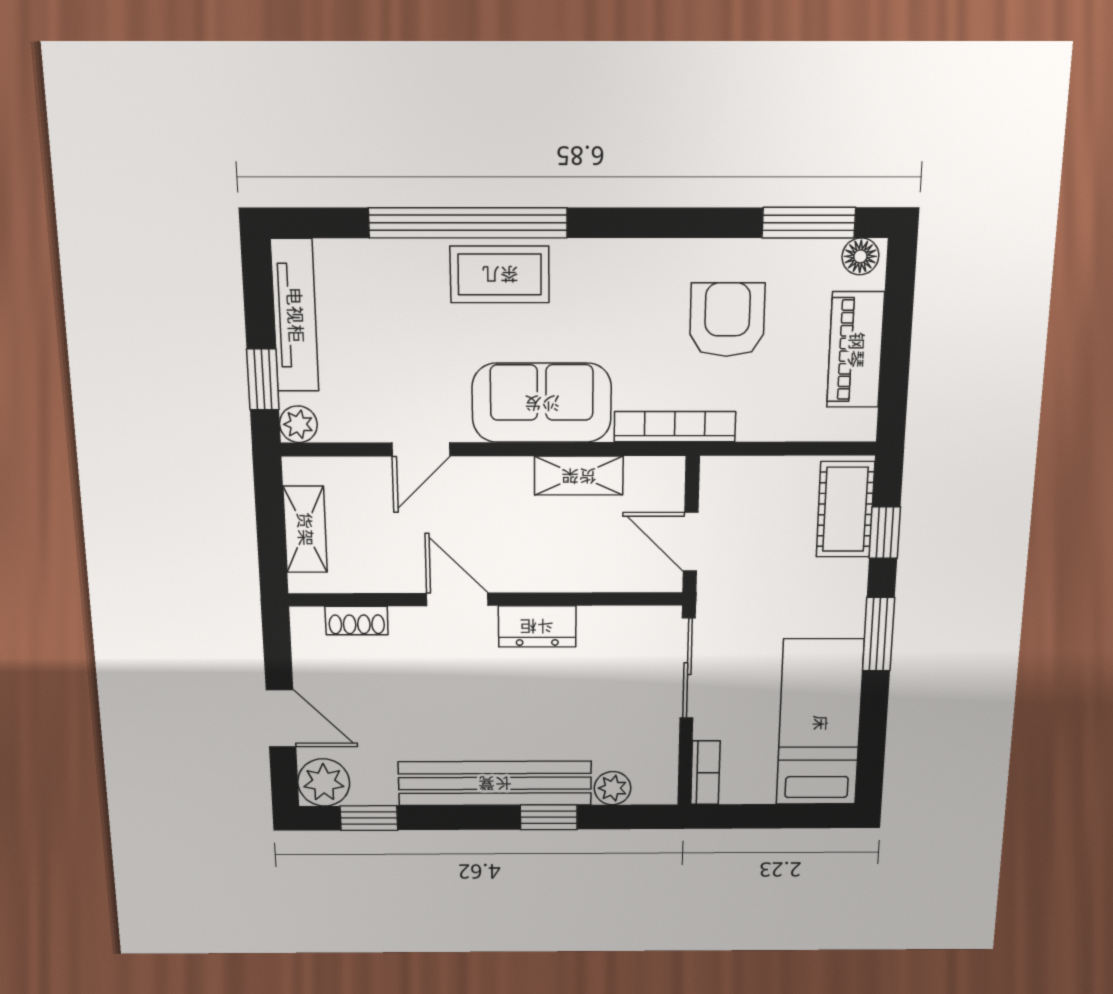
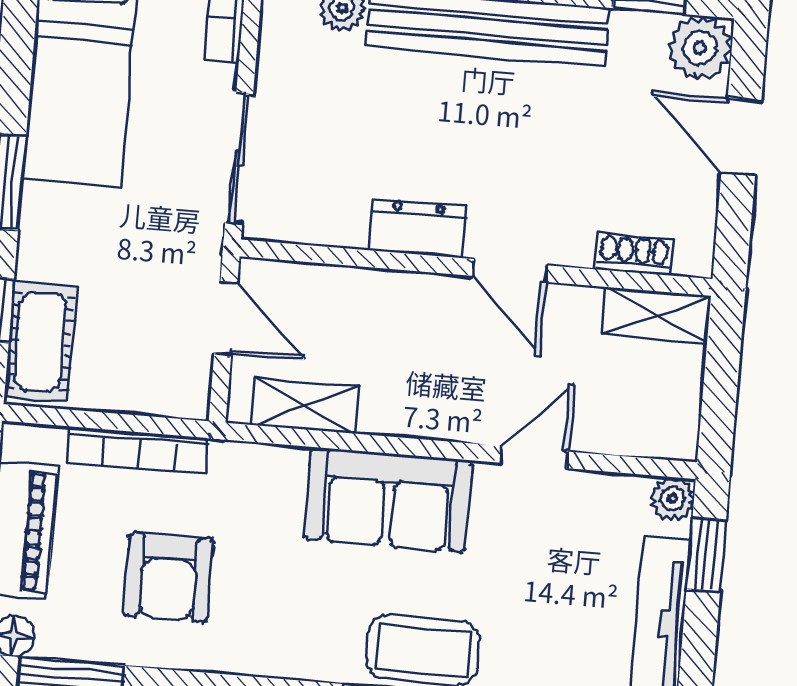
bookcase: (675, 427) -> (138, 450), moved
shelving: (579, 476) -> (306, 406), moved
shelving: (305, 529) -> (656, 315), moved, turned 90

